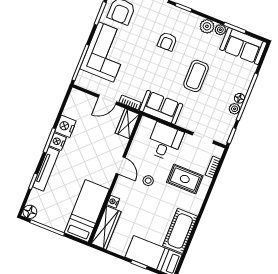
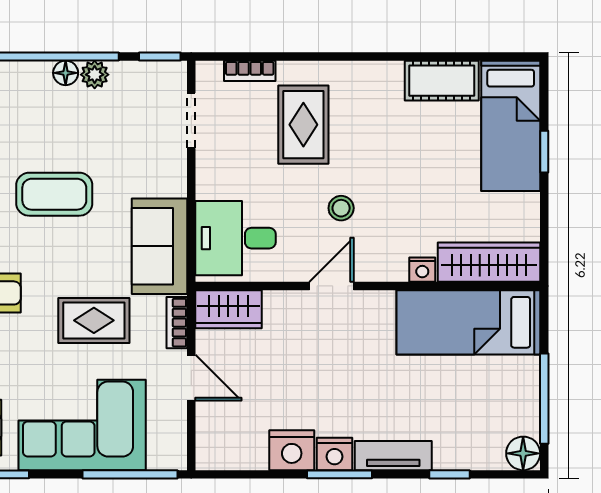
rug: (143, 72) -> (94, 320), added
desk: (165, 142) -> (235, 238), moved
tv unit: (46, 169) -> (393, 456), width x0.71
cot: (180, 231) -> (442, 81), width x0.73, depth x0.75

